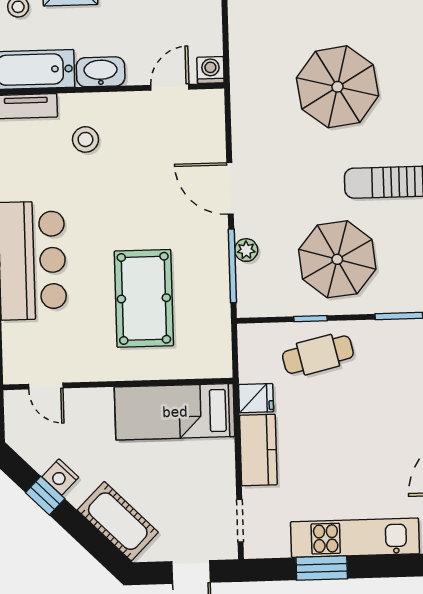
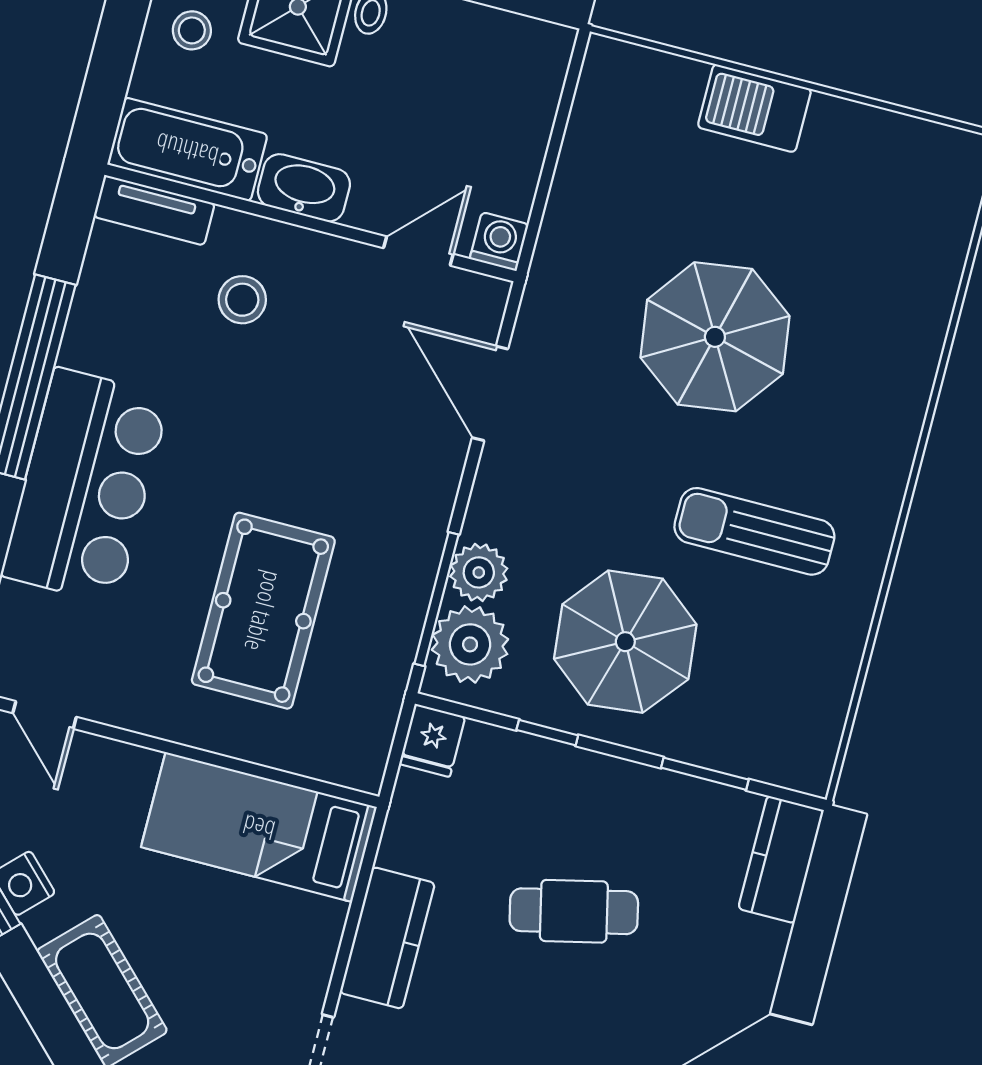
door: (230, 188) -> (490, 393), moved
plant: (246, 250) -> (479, 572), width x1.38, depth x1.38
plant: (257, 284) -> (470, 644), added
cafe table: (318, 355) -> (574, 911), moved
fridge: (256, 398) -> (432, 740), moved, turned 90

